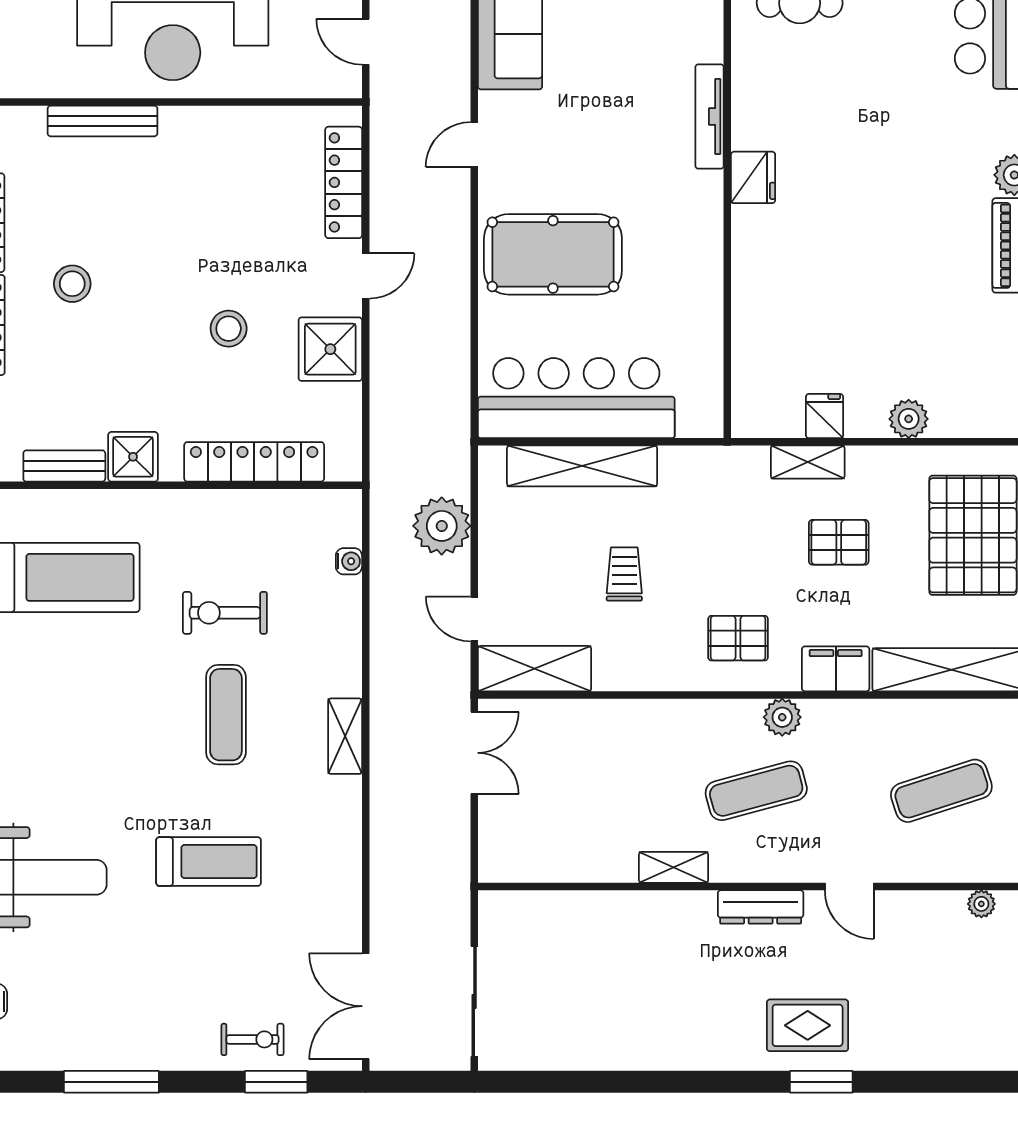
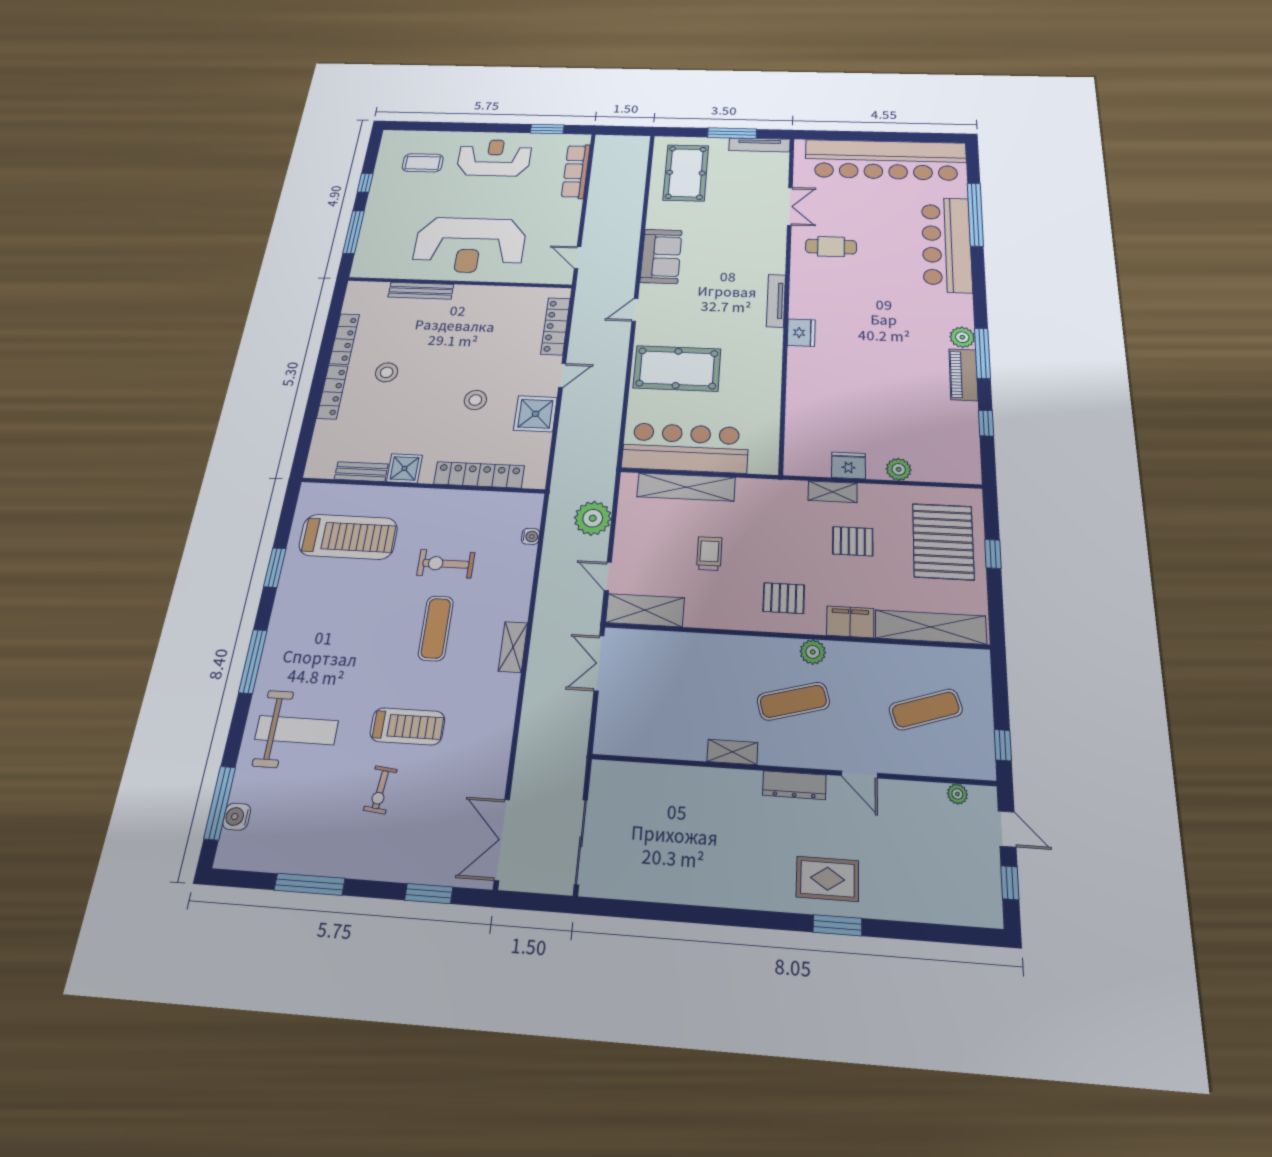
fridge: (825, 416) -> (848, 465), width x1.38
double door: (474, 753) -> (599, 663), swing flipped
exercise bike: (253, 1039) -> (380, 790), moved, turned 96

